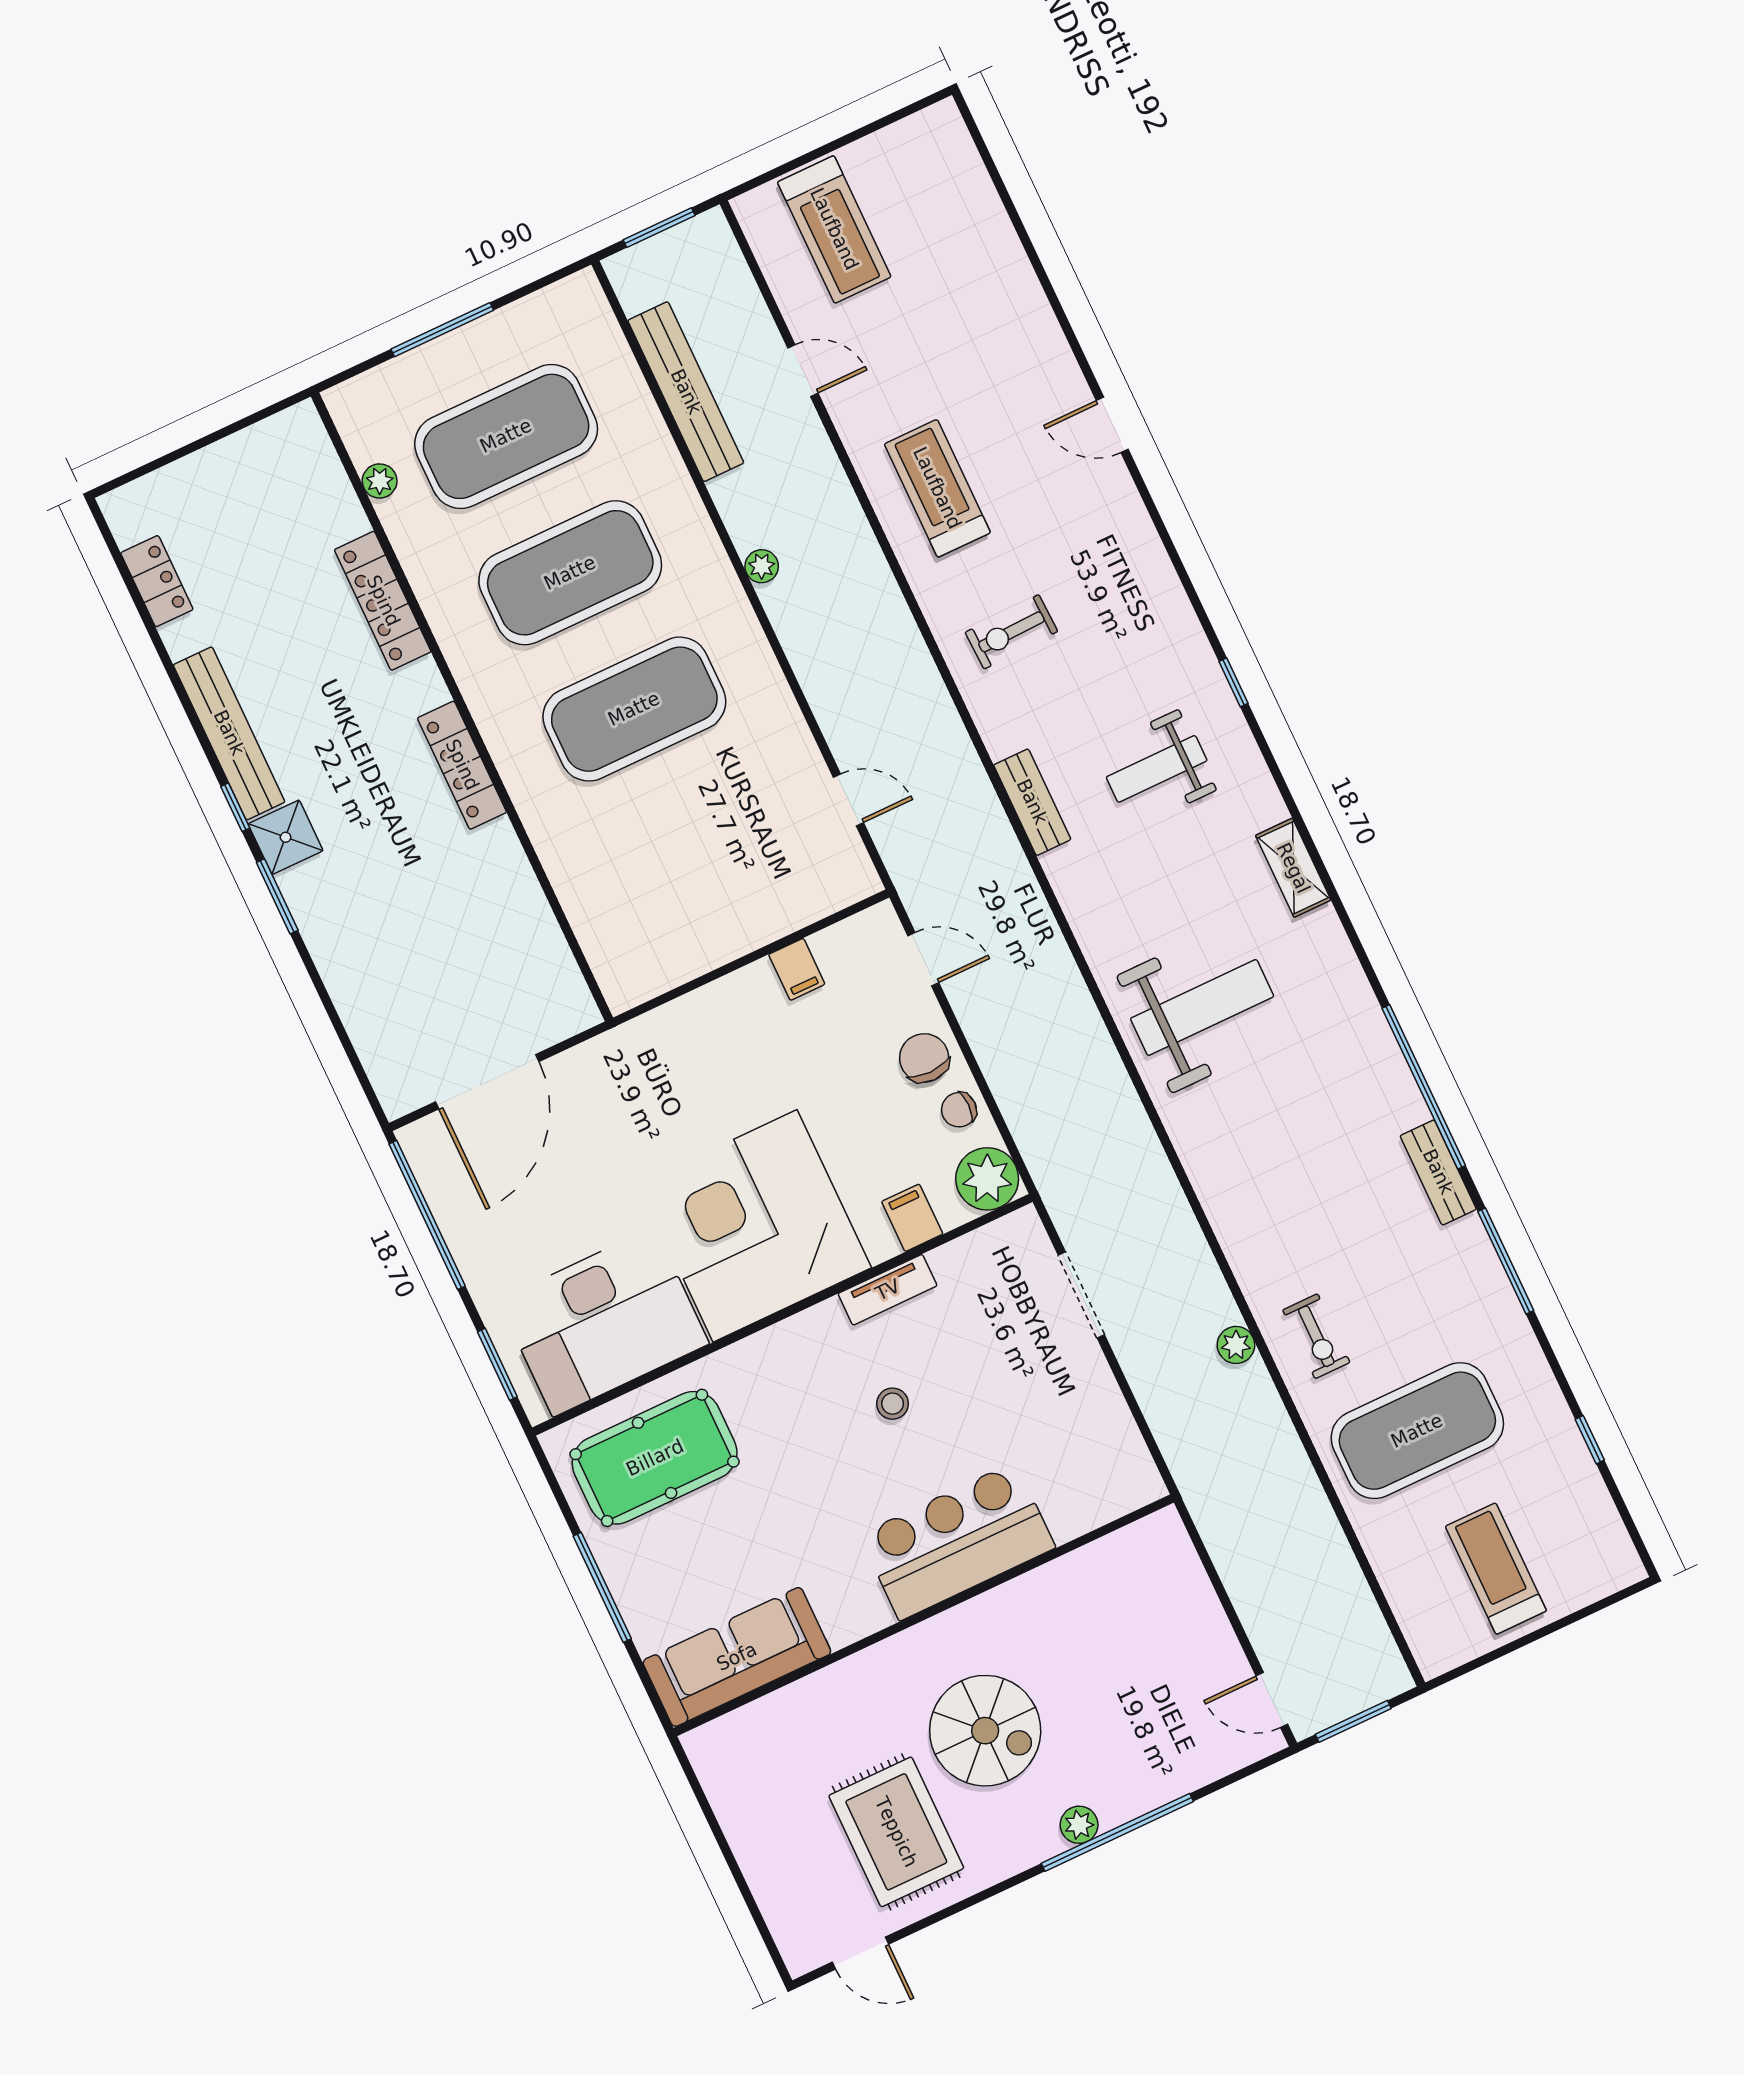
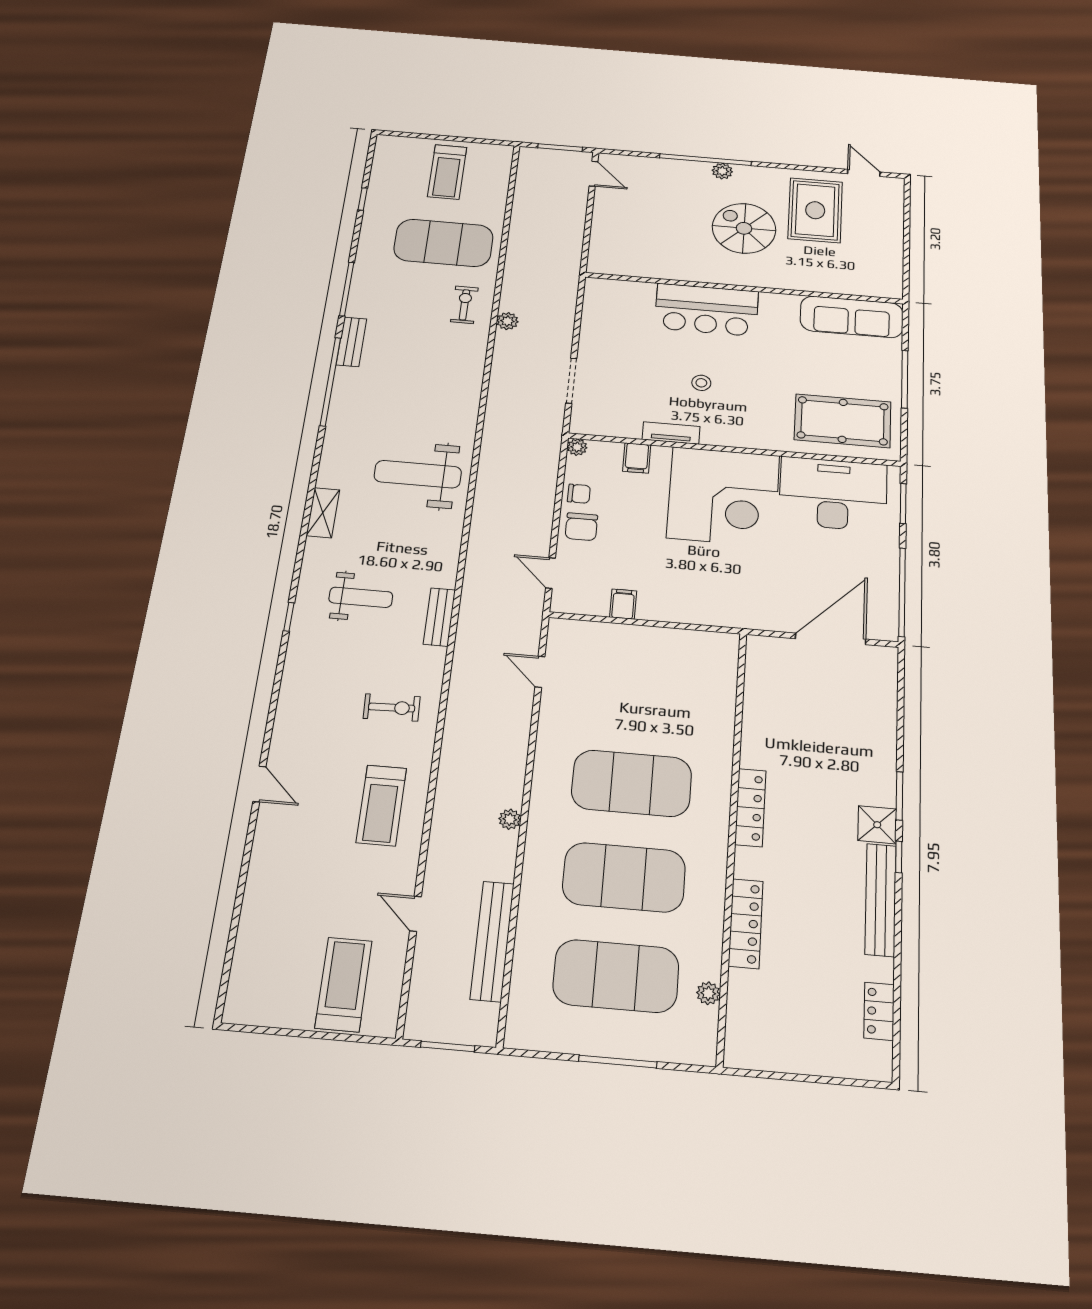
plant: (987, 1179) -> (577, 447), width x0.53, depth x0.53

